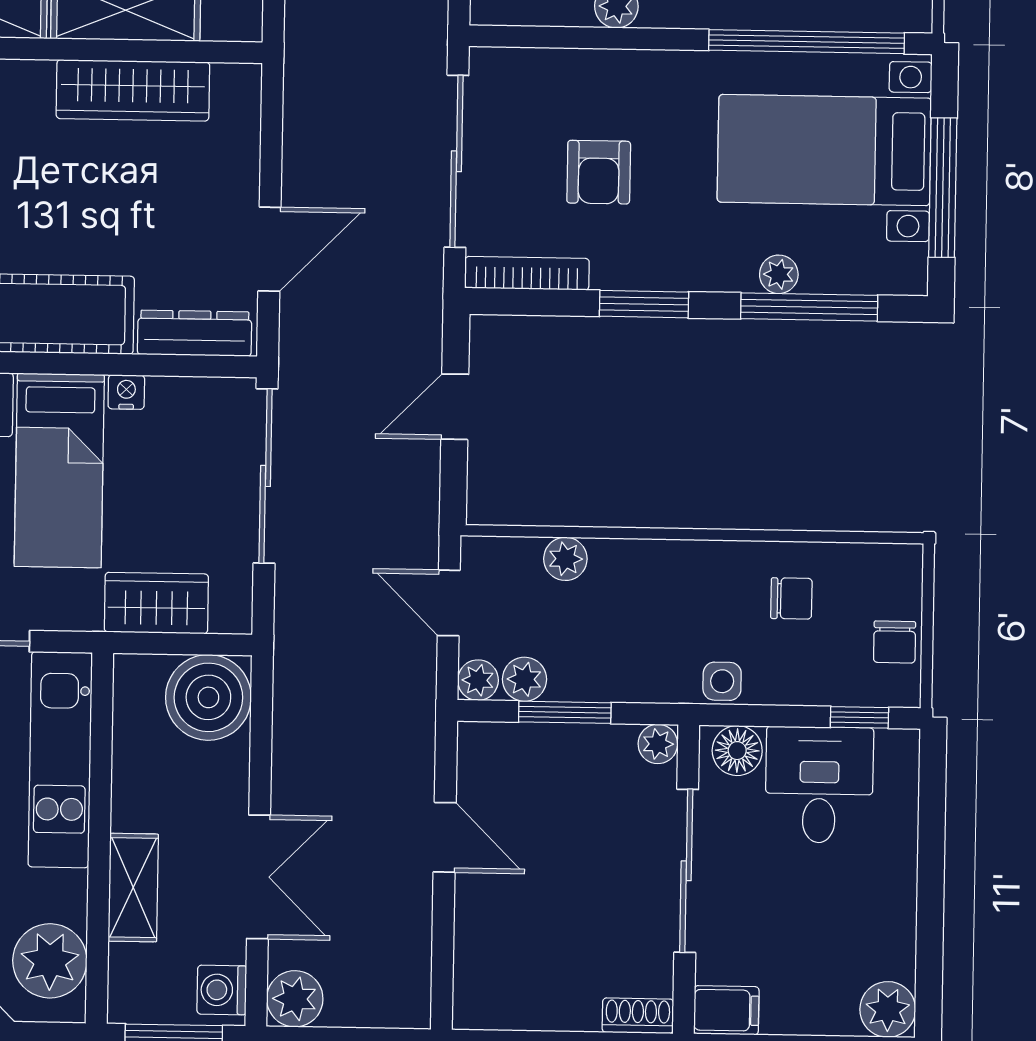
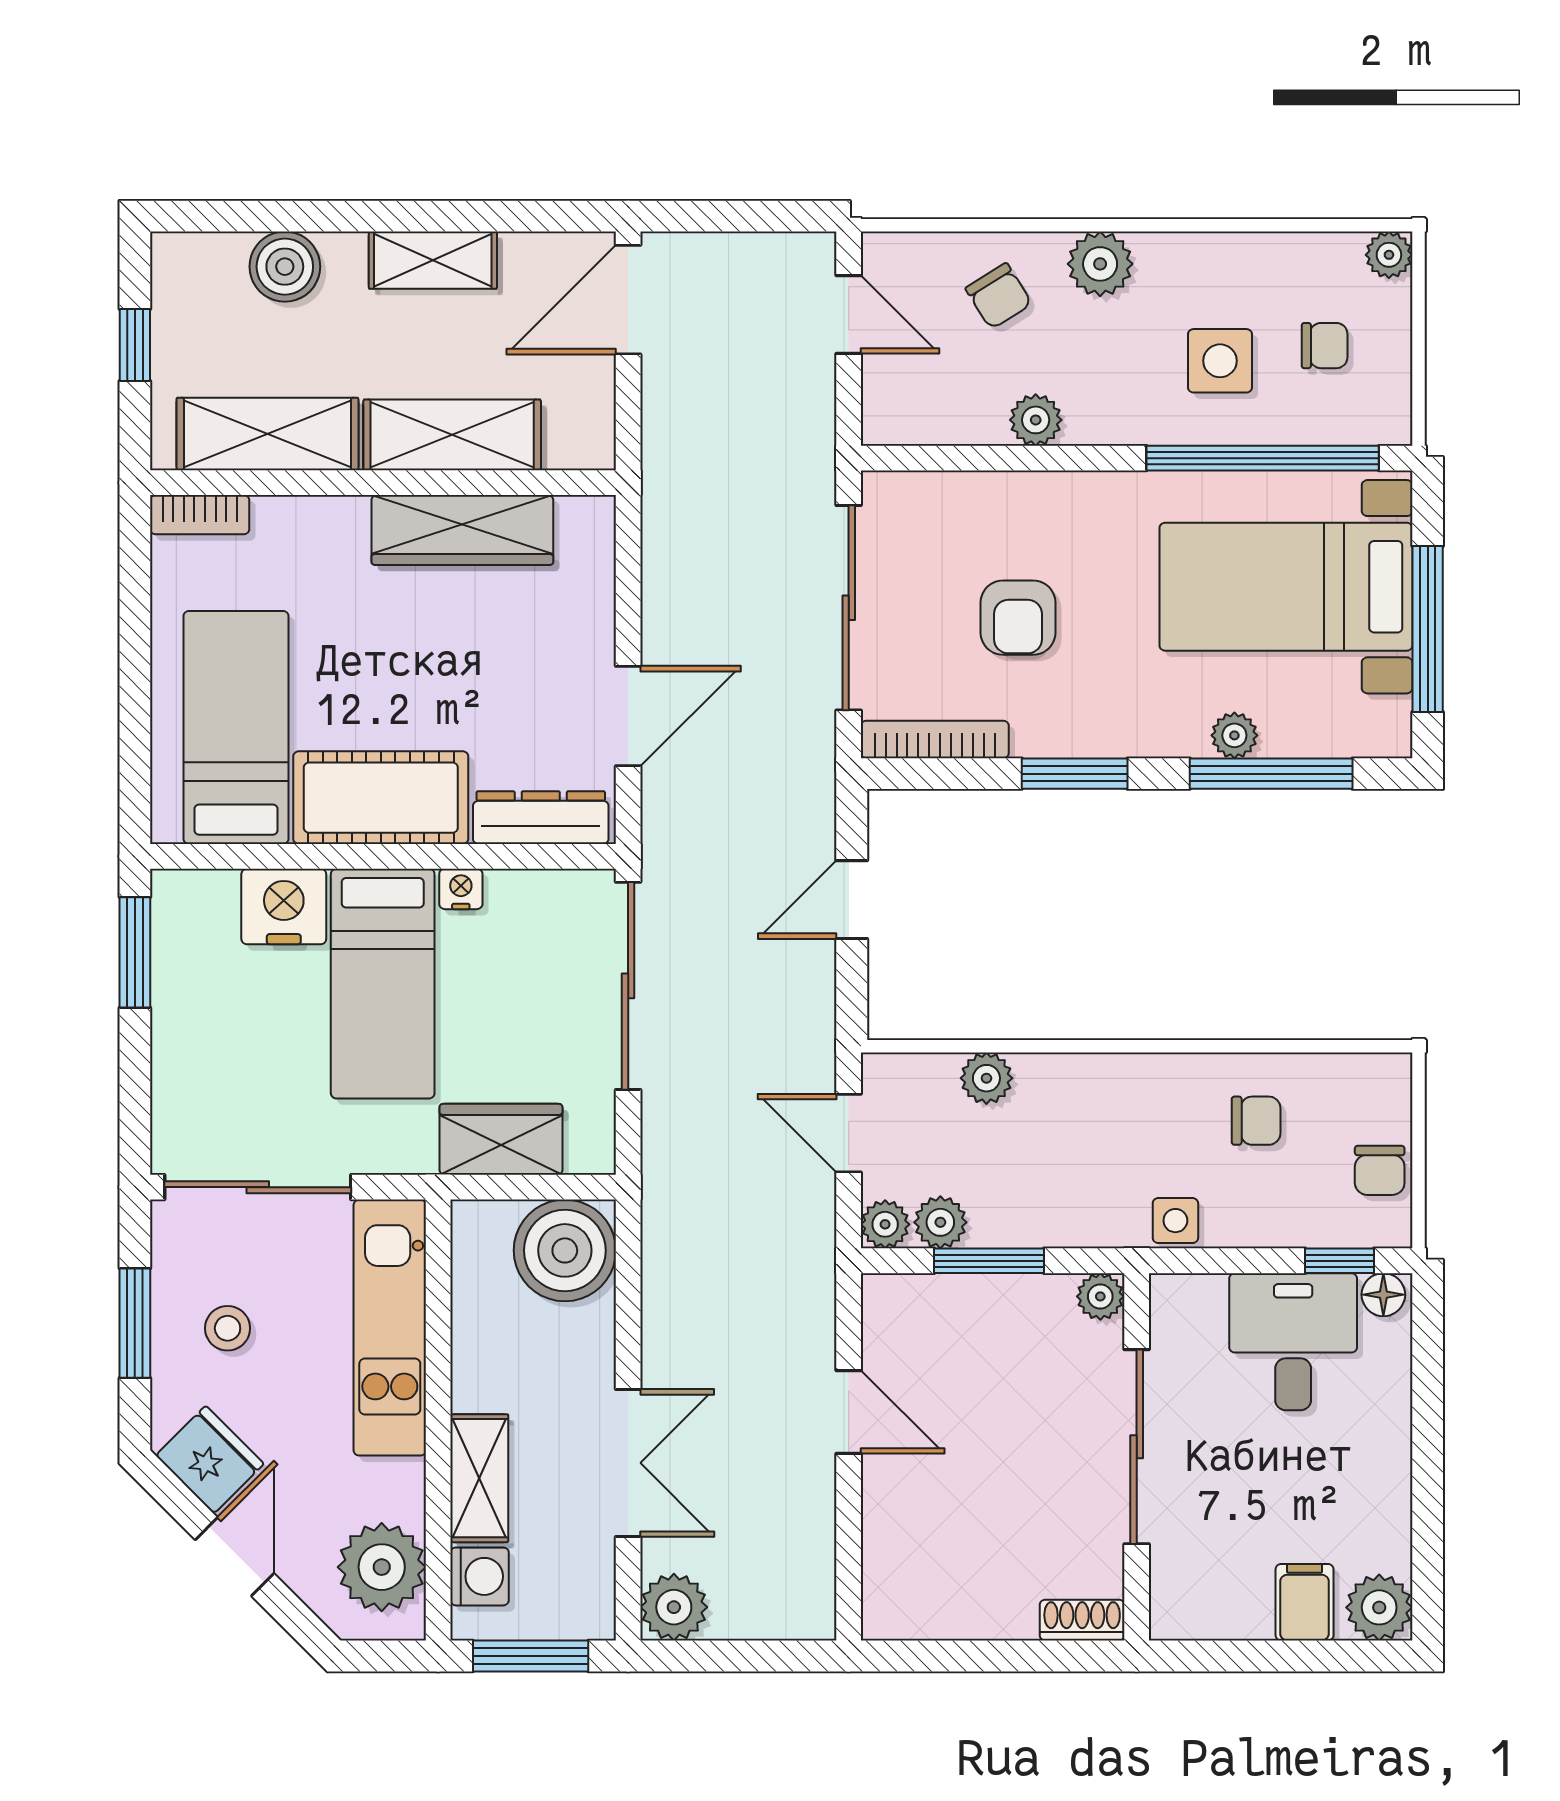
floor lamp: (737, 751) -> (1383, 1295), moved, width x0.73, depth x0.73
washing machine: (222, 990) -> (480, 1576), moved, turned 180
filing cabinet: (726, 1010) -> (1305, 1602), moved, turned -90

